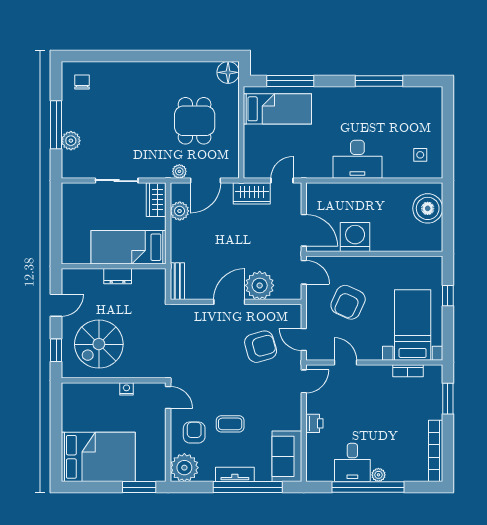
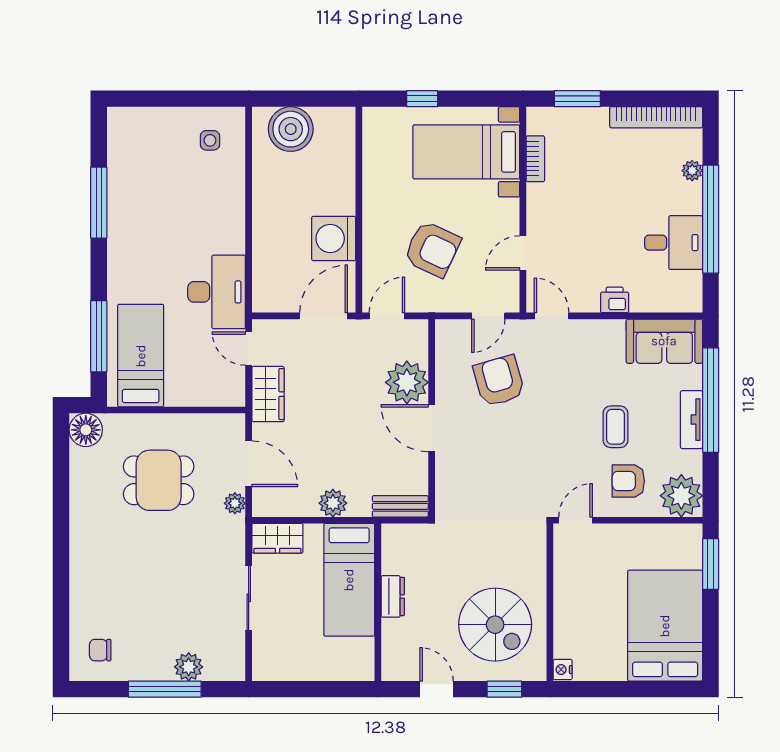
desk: (357, 159) -> (217, 292), moved
plant: (180, 211) -> (333, 503), moved
nightstand: (126, 389) -> (563, 670), moved
plant: (378, 475) -> (692, 171), moved

